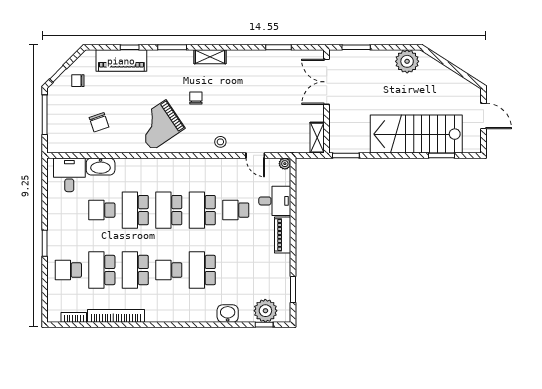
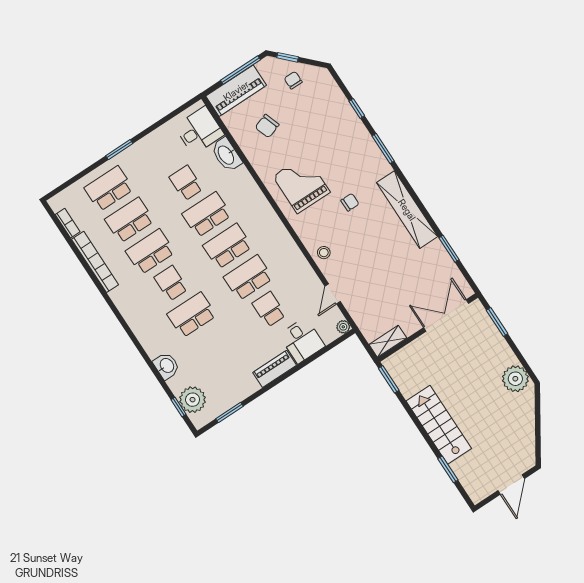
shelving: (210, 57) -> (407, 210), width x2.20, depth x1.33
piano: (121, 61) -> (236, 91), moved, turned -90
grand piano: (159, 125) -> (301, 184), turned 34
stairs: (416, 134) -> (439, 425), width x0.73, depth x0.66
school desk: (68, 270) -> (109, 189), width x1.85

